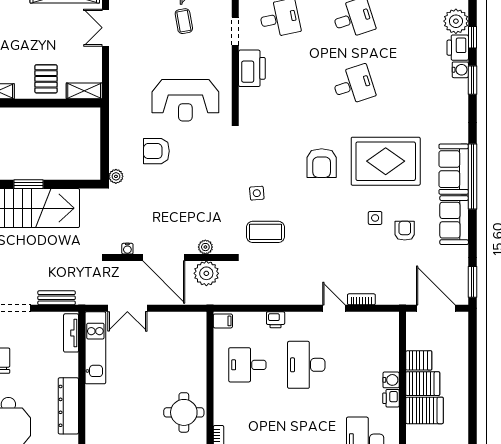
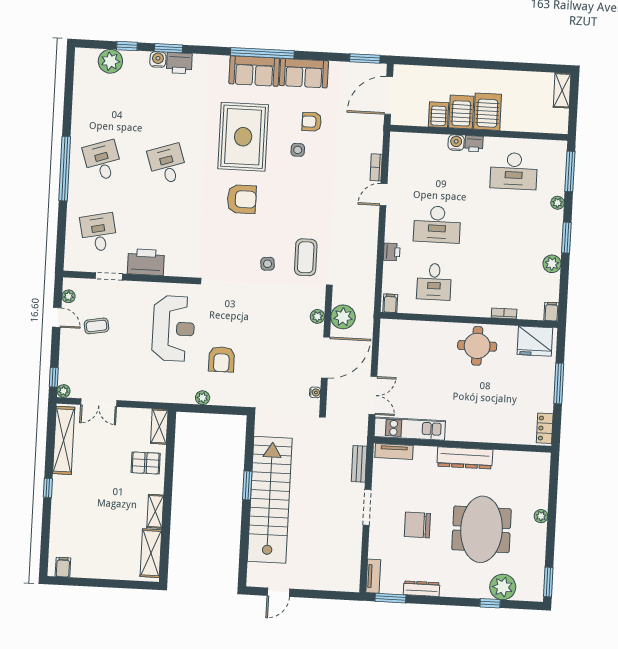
printer: (458, 48) -> (179, 63), moved
plant: (116, 176) -> (203, 398), moved

